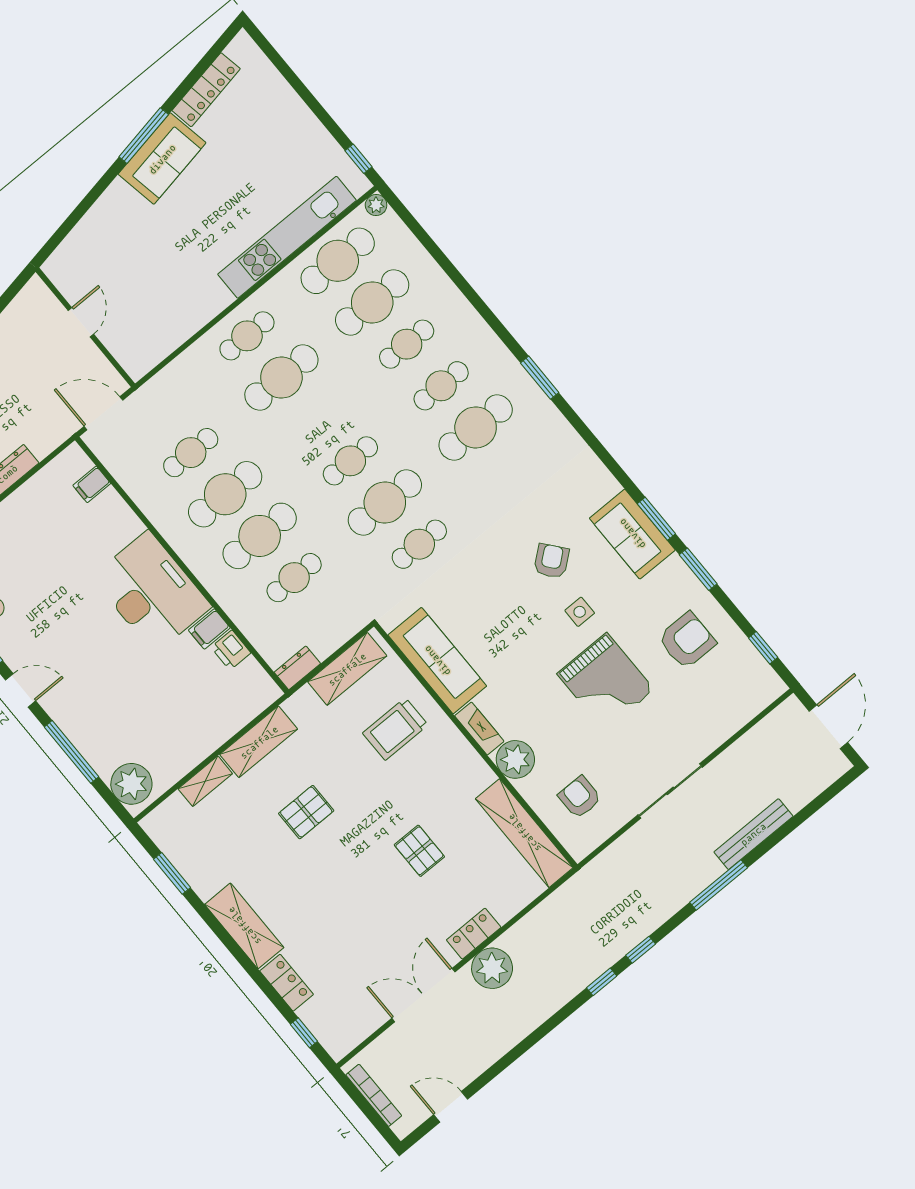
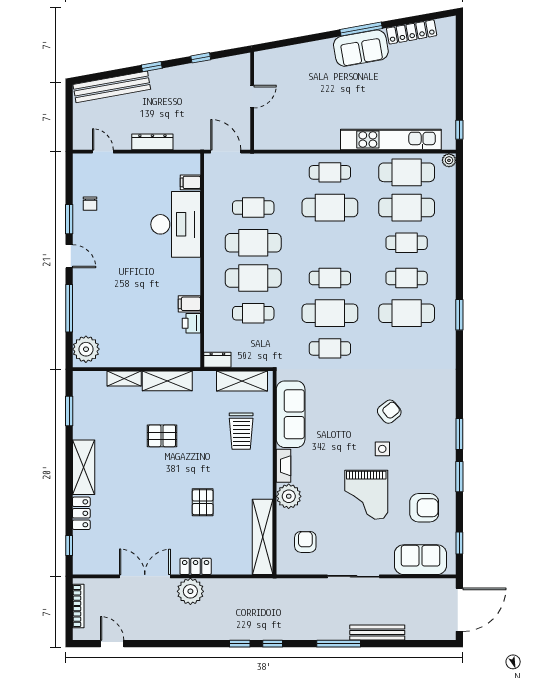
sofa: (632, 534) -> (420, 560), moved, turned 90
desk: (151, 592) -> (176, 224), moved
door: (828, 727) -> (459, 610), width x1.36
trolley: (395, 729) -> (241, 431), turned -90

